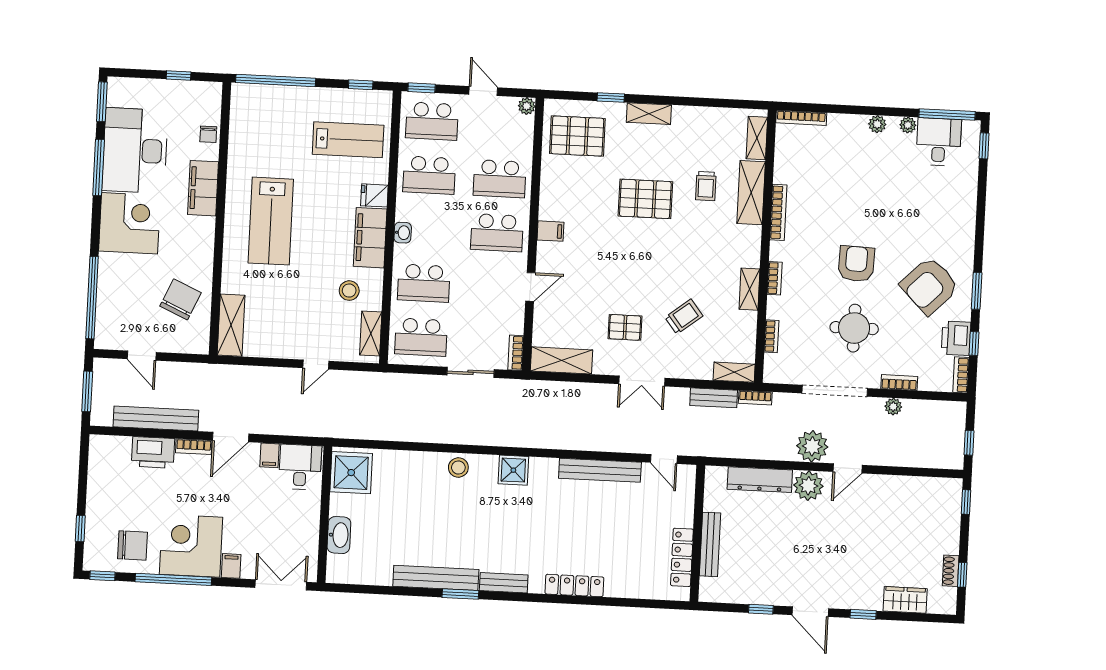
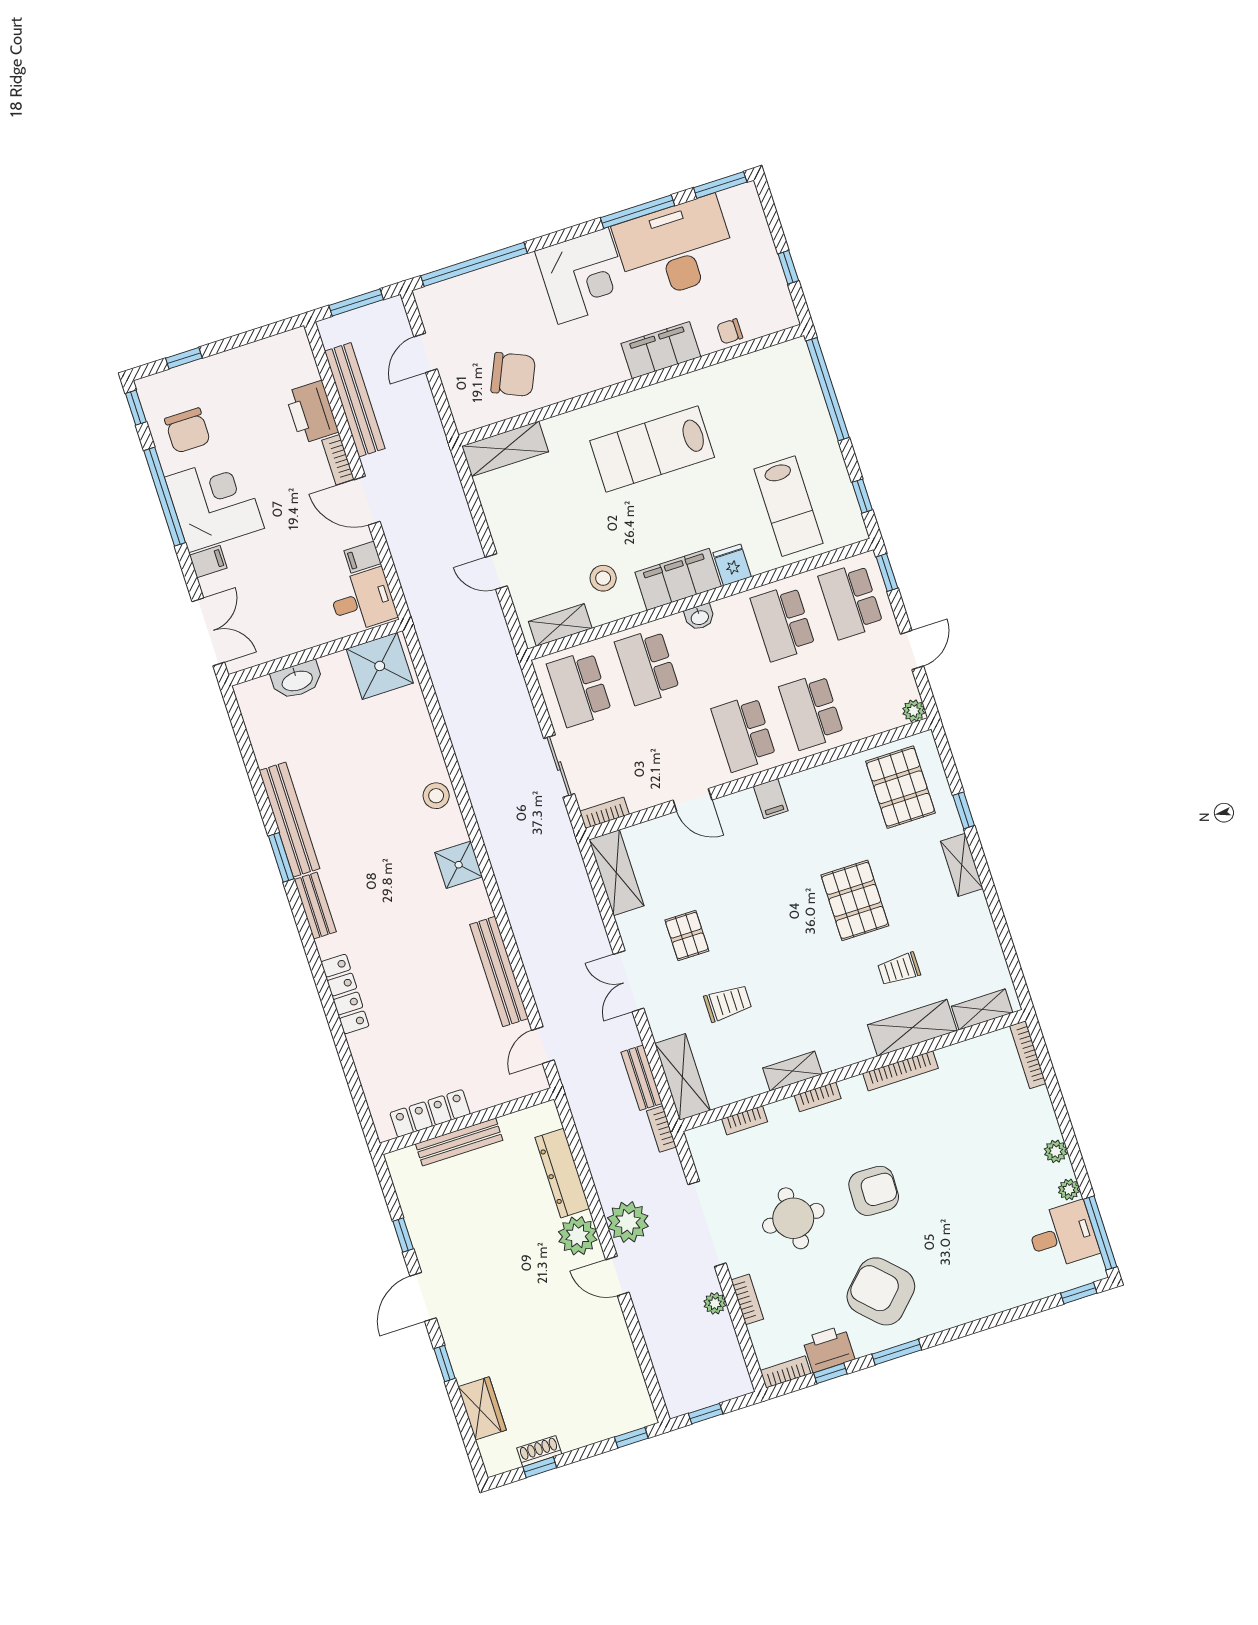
trolley: (684, 317) -> (728, 1003), turned -52
shelving: (734, 372) -> (682, 1077), width x1.50, depth x1.33

